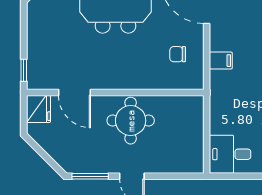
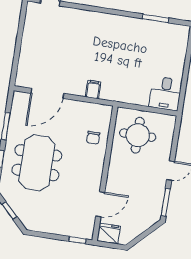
chair: (178, 54) -> (93, 138), moved
round table: (131, 121) -> (138, 135), moved

